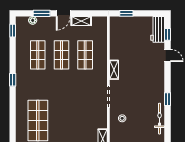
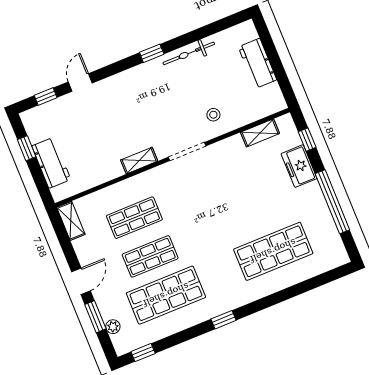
door: (63, 13) -> (81, 281), hinge flipped
window: (126, 13) -> (27, 148), moved
shelving: (81, 21) -> (71, 221), moved
workbench: (158, 29) -> (51, 163), moved, turned -90
shop shelf: (38, 55) -> (166, 295), width x1.43, depth x1.36

